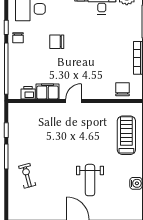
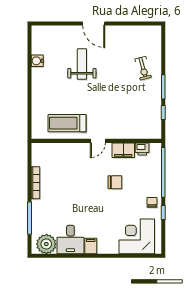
chair: (57, 42) -> (115, 182), moved
chair: (123, 89) -> (50, 152), removed
treadmill: (126, 135) -> (67, 123), moved, turned 90

